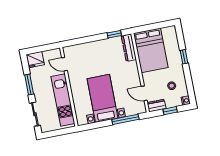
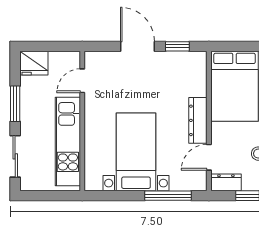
door: (92, 39) -> (137, 46), added
dresser: (129, 48) -> (198, 120), moved
door: (64, 64) -> (82, 81), hinge flipped
door: (144, 93) -> (209, 157), hinge flipped

